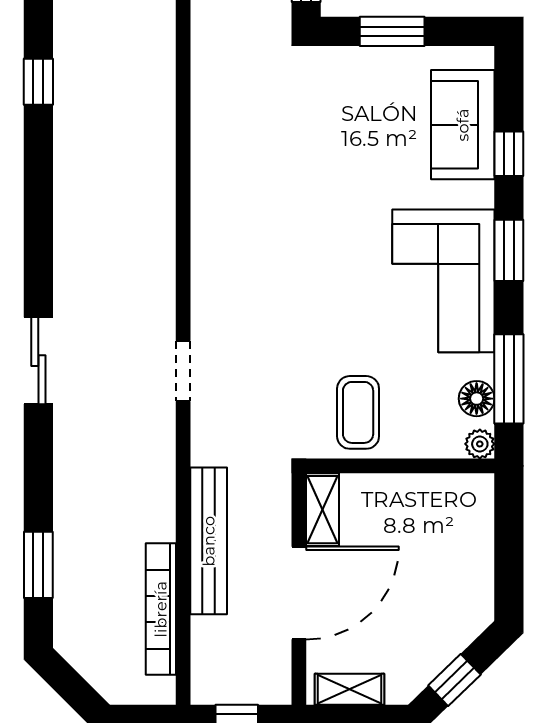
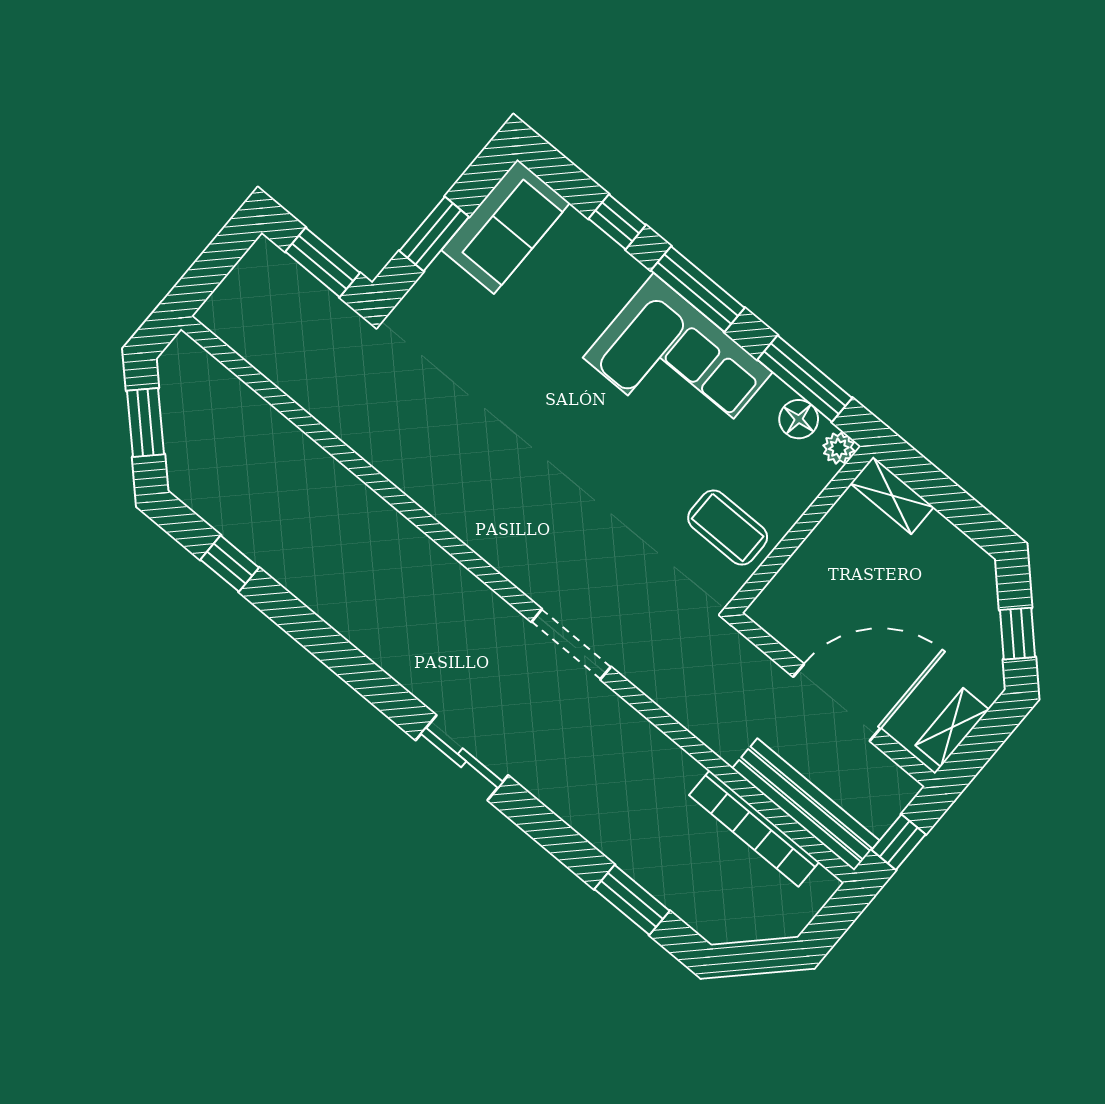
sofa: (463, 125) -> (506, 227), moved, turned -90
window: (509, 250) -> (698, 289), width x1.44
doorway: (183, 371) -> (571, 644), width x1.38
shelving: (323, 510) -> (892, 495), moved
bench: (209, 541) -> (806, 804), moved
door: (299, 593) -> (837, 703), hinge flipped

